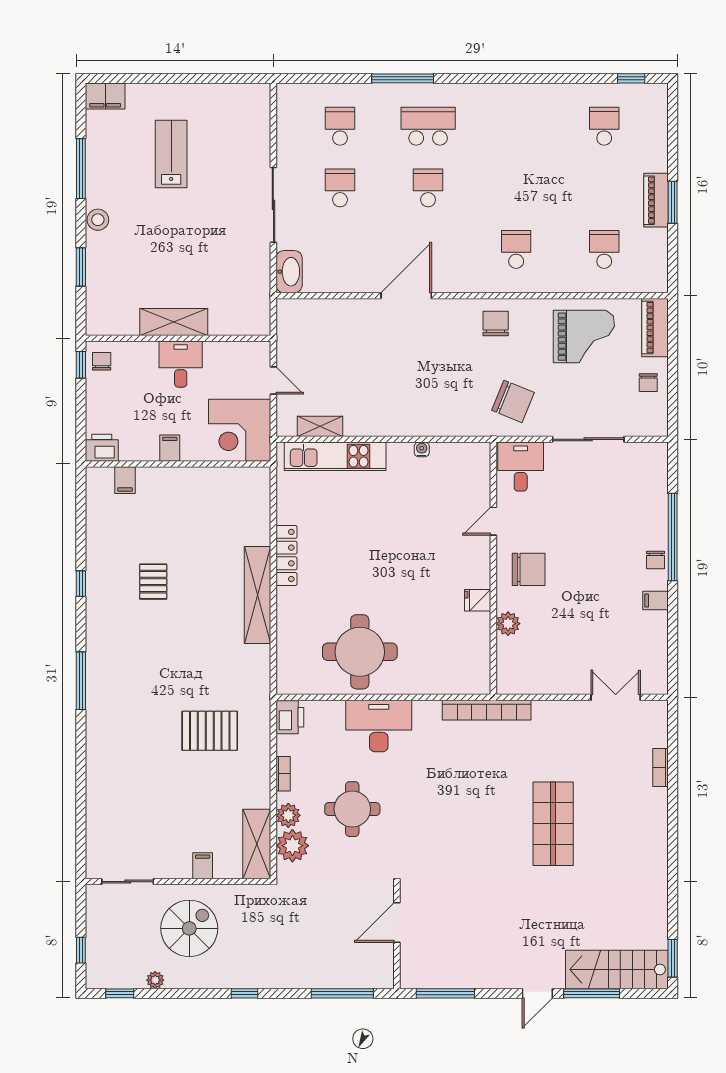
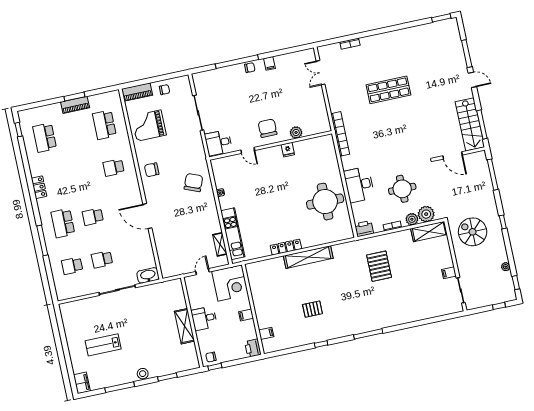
locker: (509, 94) -> (39, 187), added
school desk: (604, 126) -> (45, 138), width x1.85
school desk: (604, 249) -> (104, 125), width x1.85
grand piano: (584, 337) -> (149, 126), turned -90
chair: (513, 401) -> (193, 182), moved
filing cabinet: (203, 866) -> (449, 273), moved
spiral stairs: (189, 928) -> (473, 232), moved
stairs: (617, 969) -> (470, 124), moved

